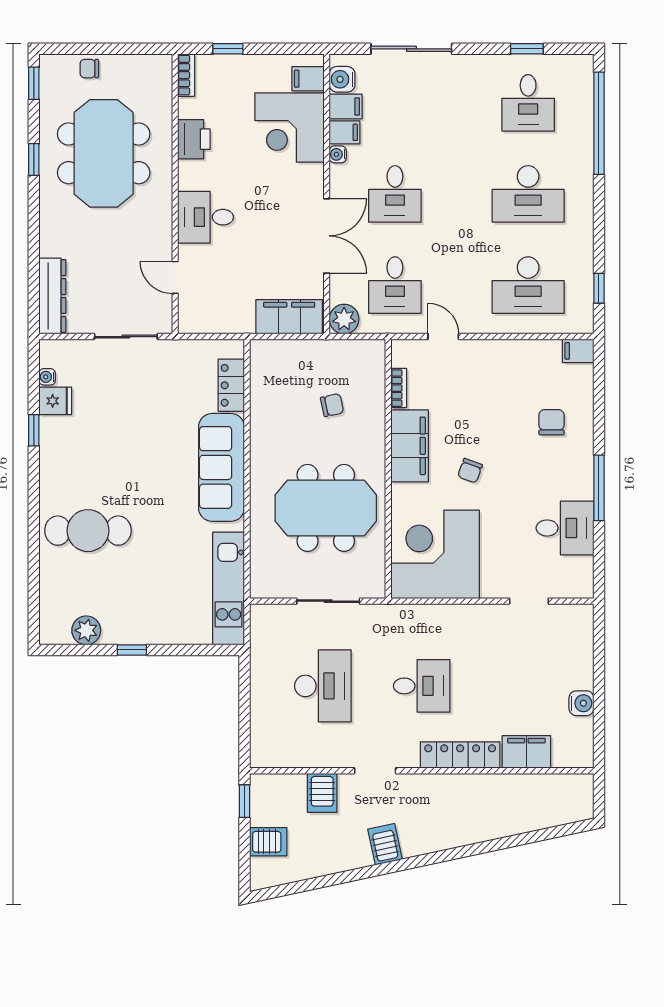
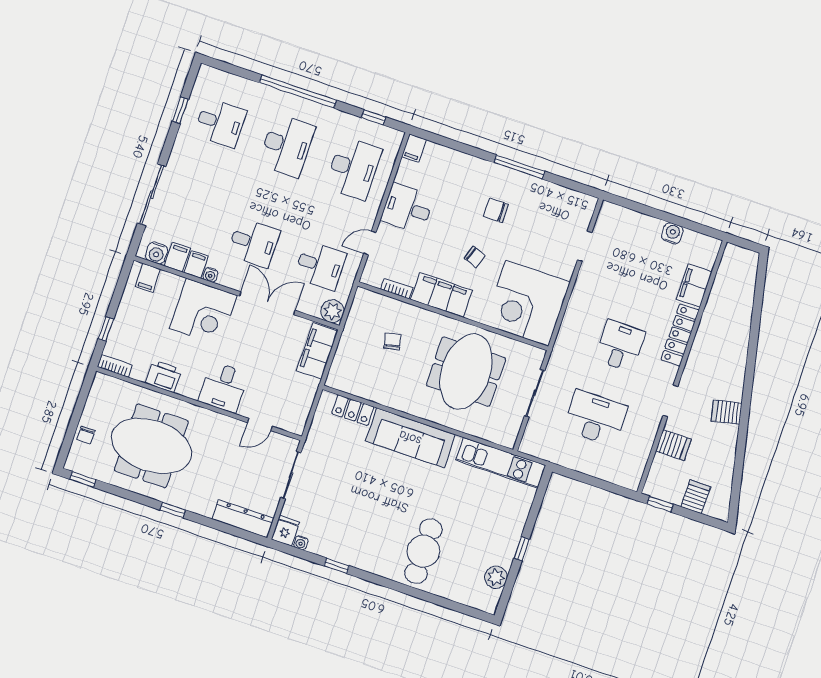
window: (599, 123) -> (298, 91), moved
corner desk: (289, 127) -> (203, 312), moved
window: (34, 159) -> (173, 510), moved
fridge: (55, 401) -> (285, 531), moved
chair: (551, 422) -> (496, 210), moved
desk: (565, 528) -> (407, 208), moved, turned -90

